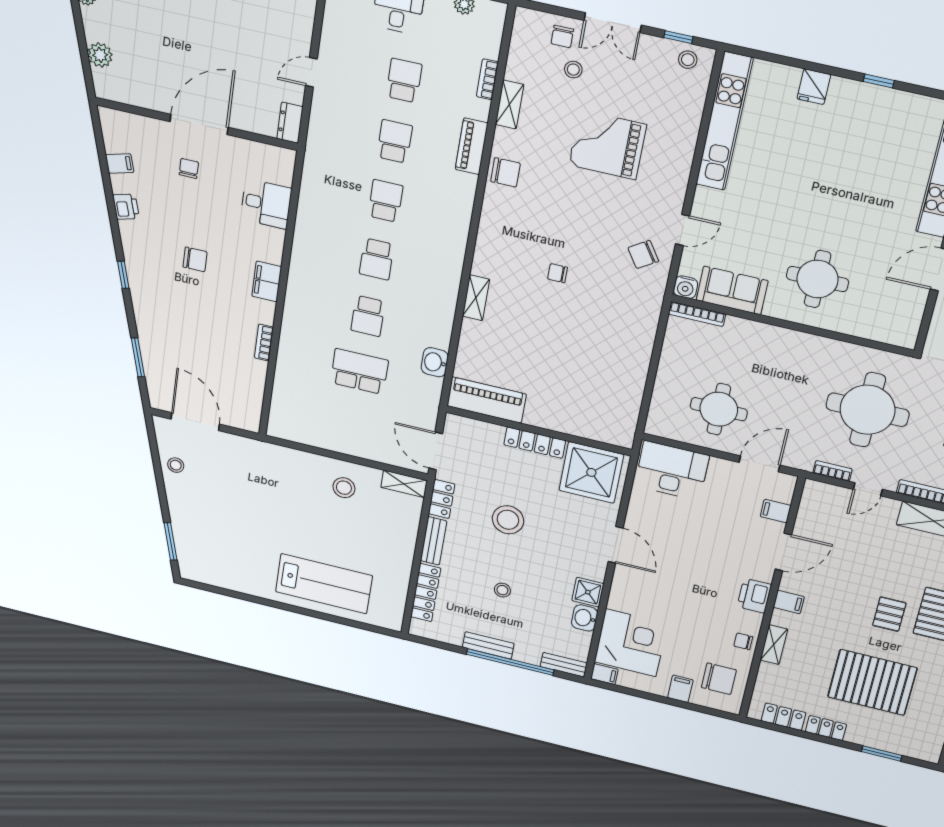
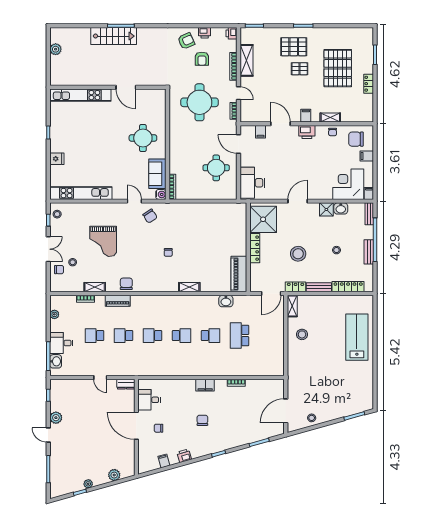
desk: (266, 204) -> (149, 400), moved, turned -90
chair: (719, 679) -> (356, 139), turned -90
locker: (784, 717) -> (368, 105), removed

